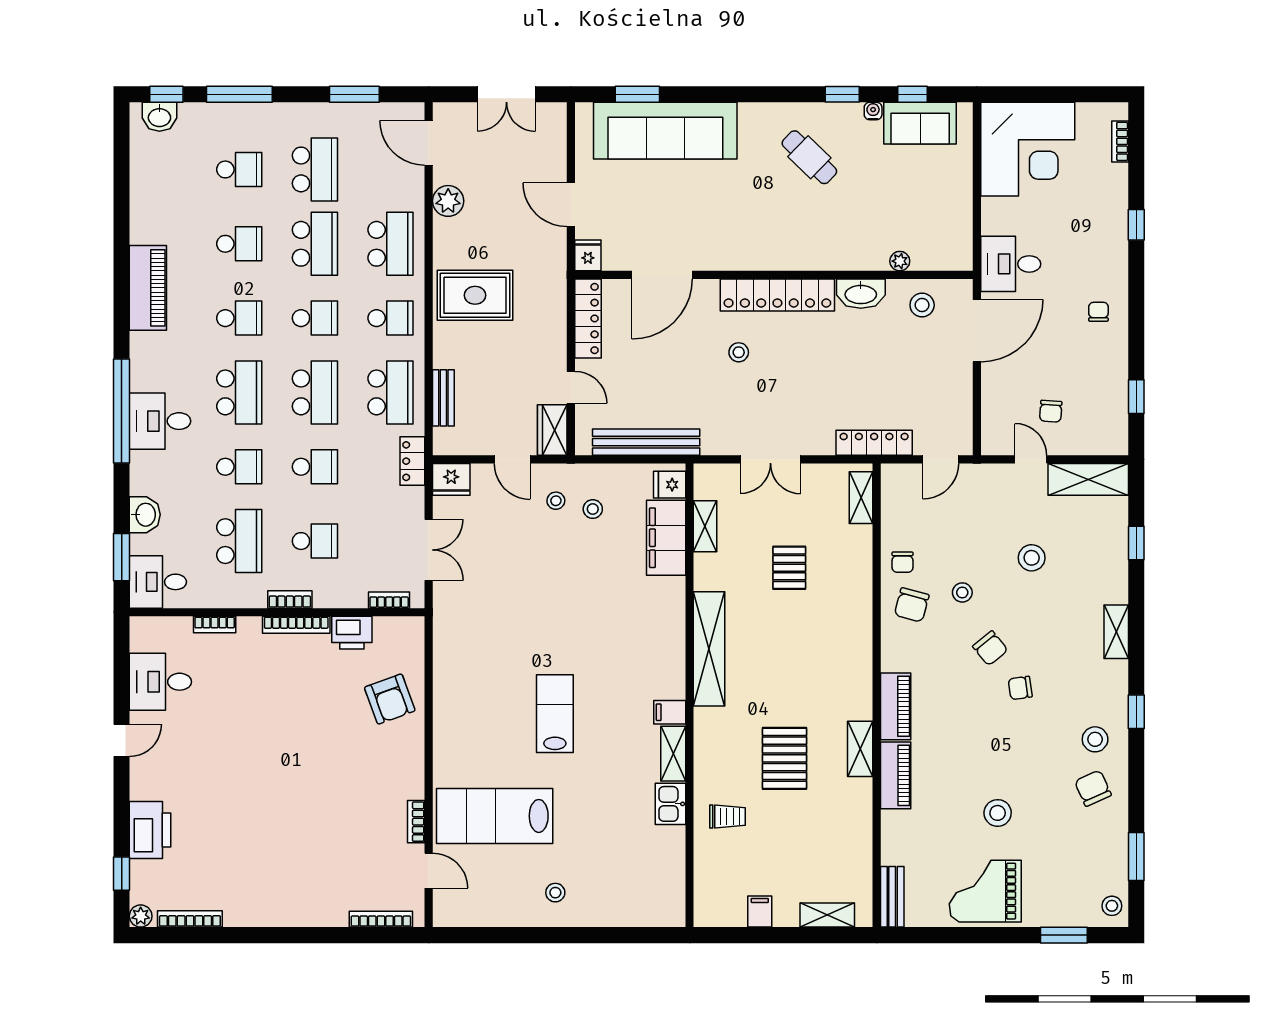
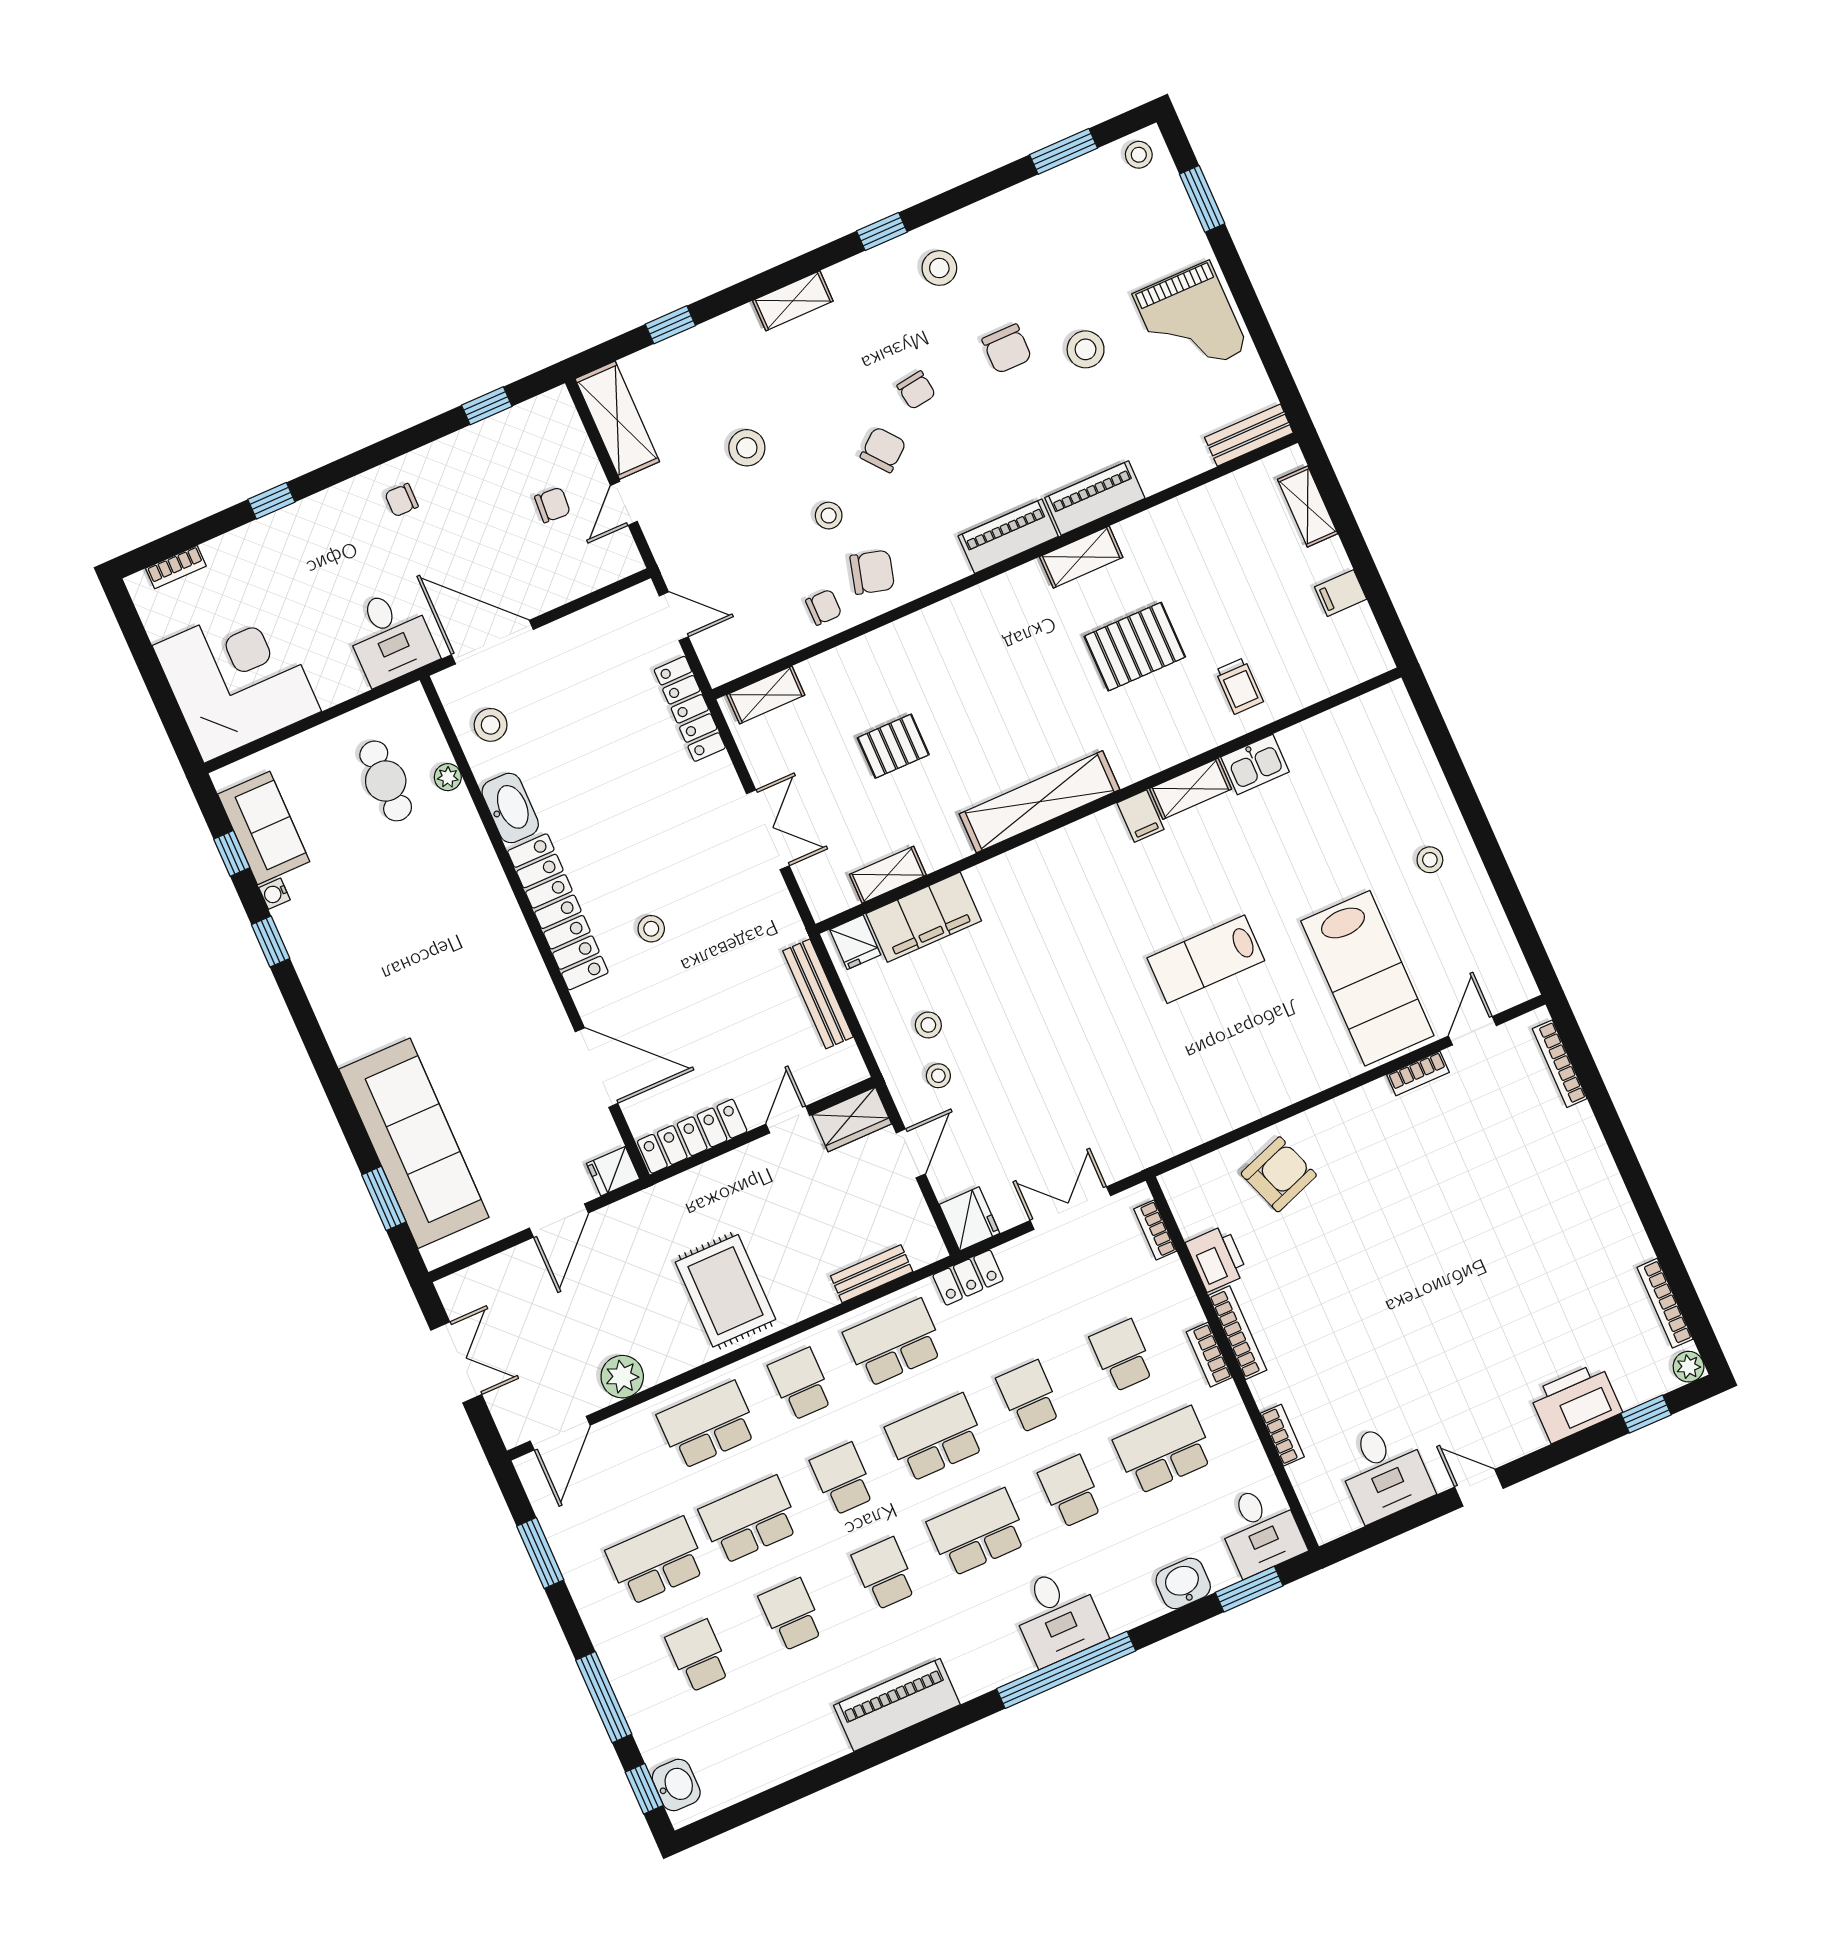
cafe table: (809, 157) -> (386, 781), moved, turned -44
bench: (646, 442) -> (818, 994), width x0.73, depth x0.82
chair: (1093, 788) -> (1007, 349), moved, turned -66
trolley: (728, 817) -> (1239, 686), turned 180

